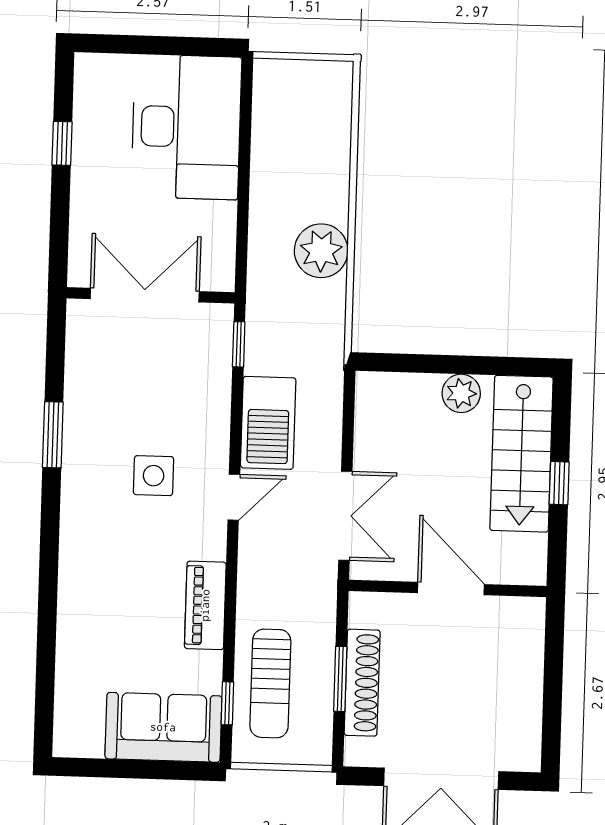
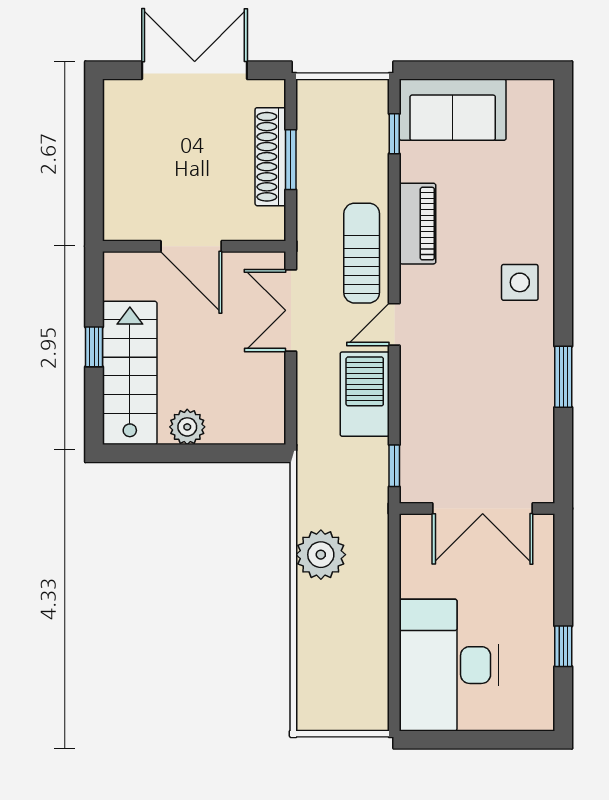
side table: (154, 476) -> (520, 282), moved
sun lounger: (270, 683) -> (362, 253), moved

